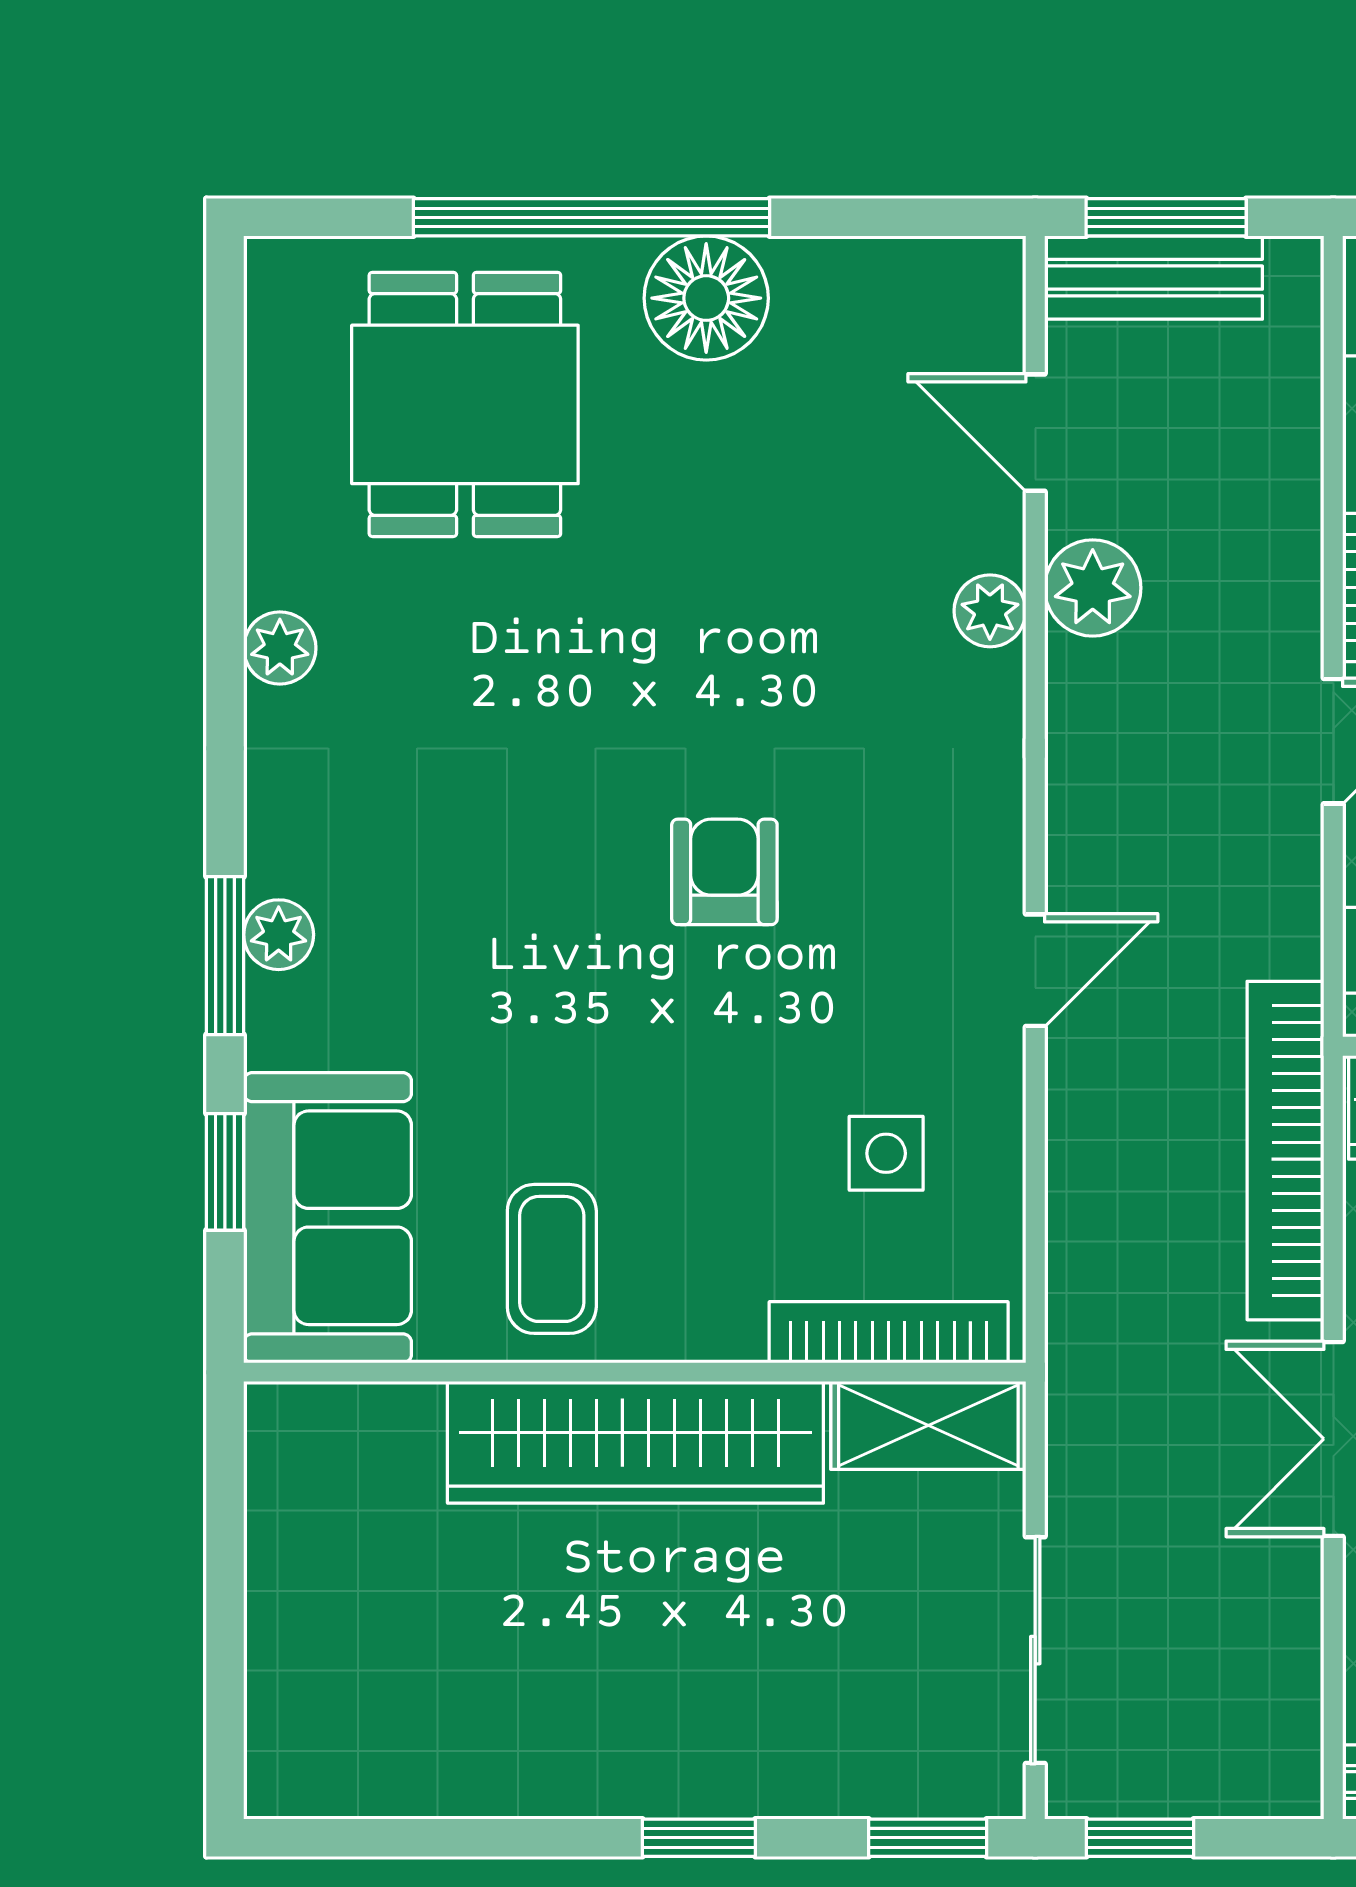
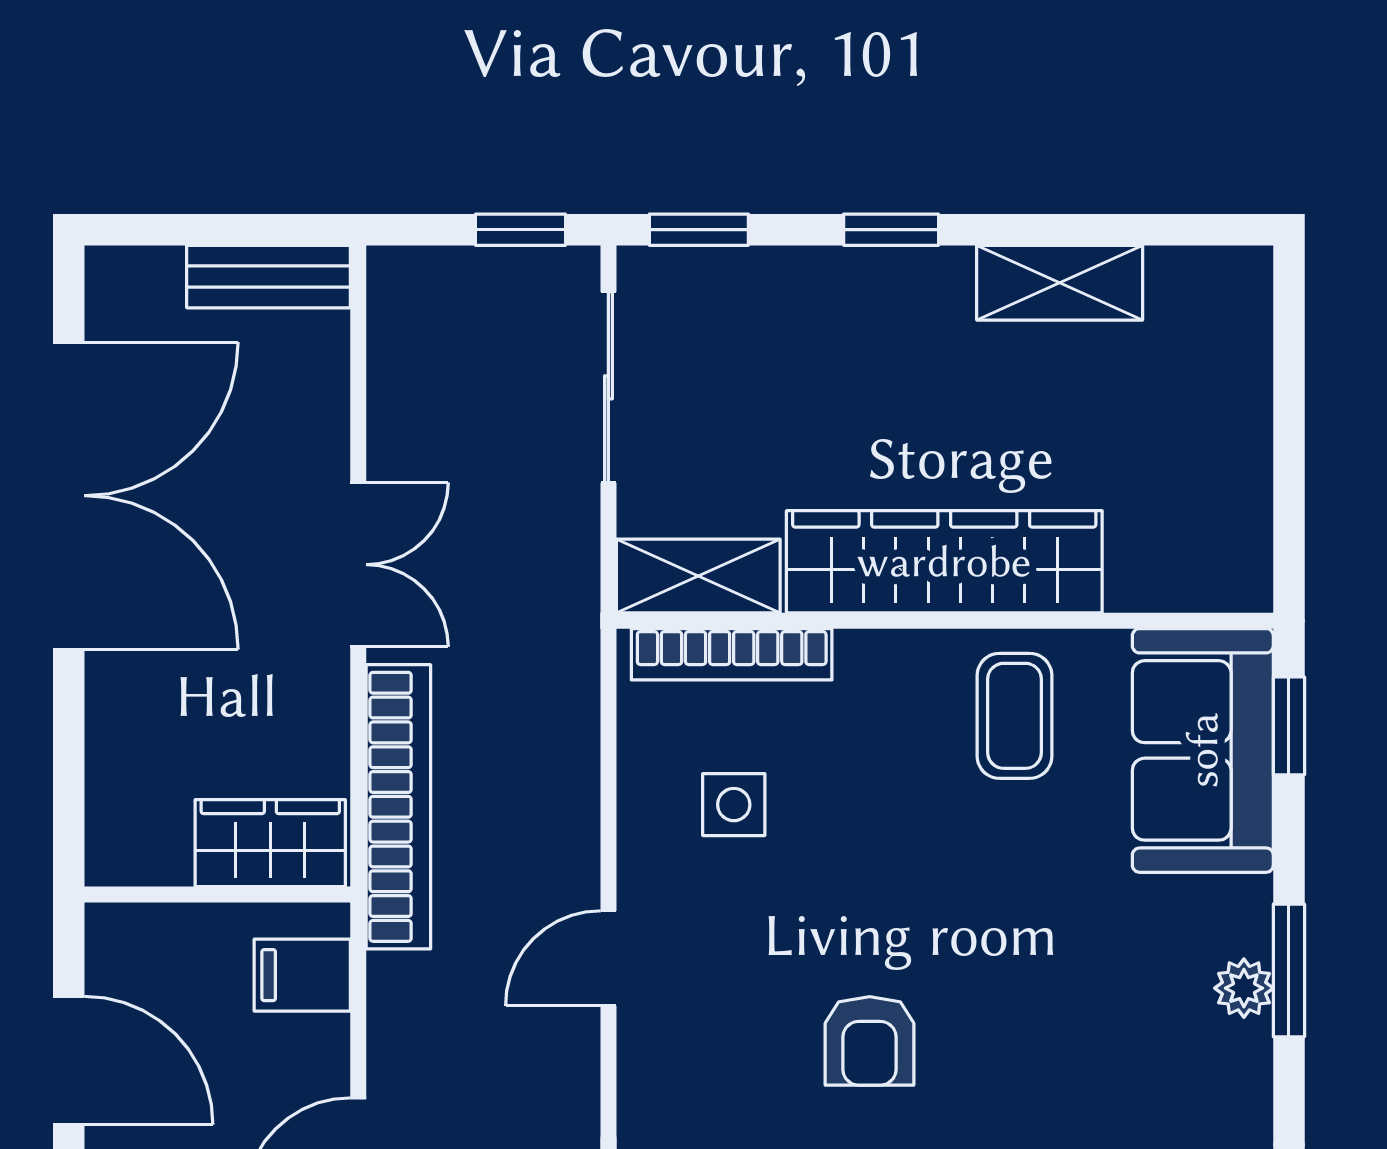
window: (225, 1172) -> (1289, 726), moved
shelving: (498, 1775) -> (1060, 283), added

